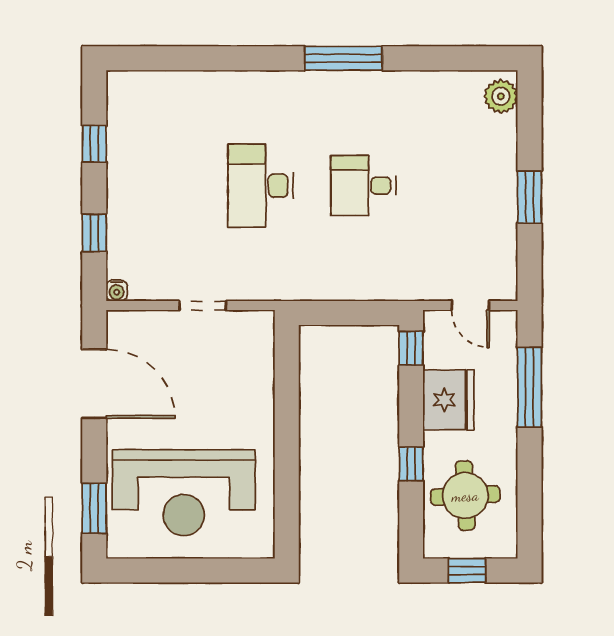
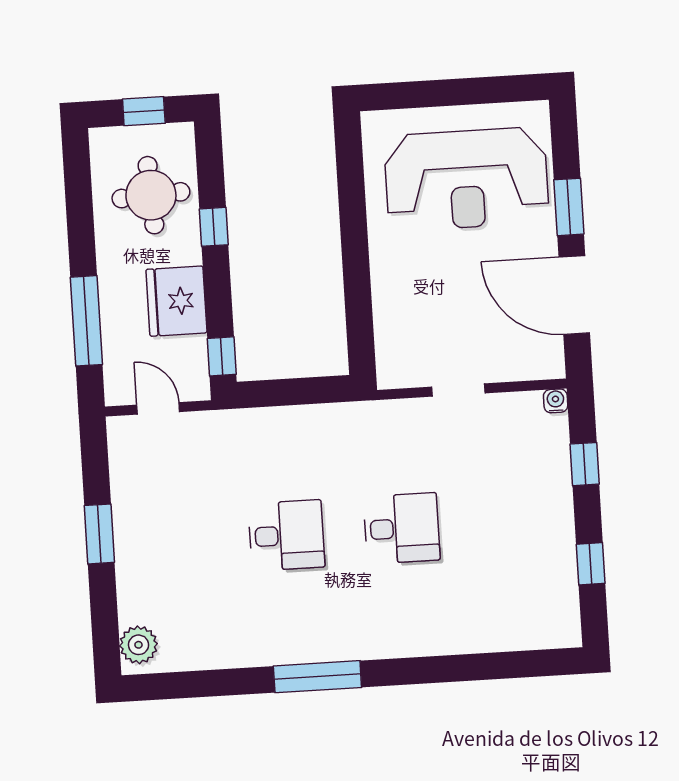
desk: (260, 186) -> (402, 528), width x0.73
reception desk: (184, 493) -> (466, 179), turned 180
window: (94, 508) -> (569, 207), moved

